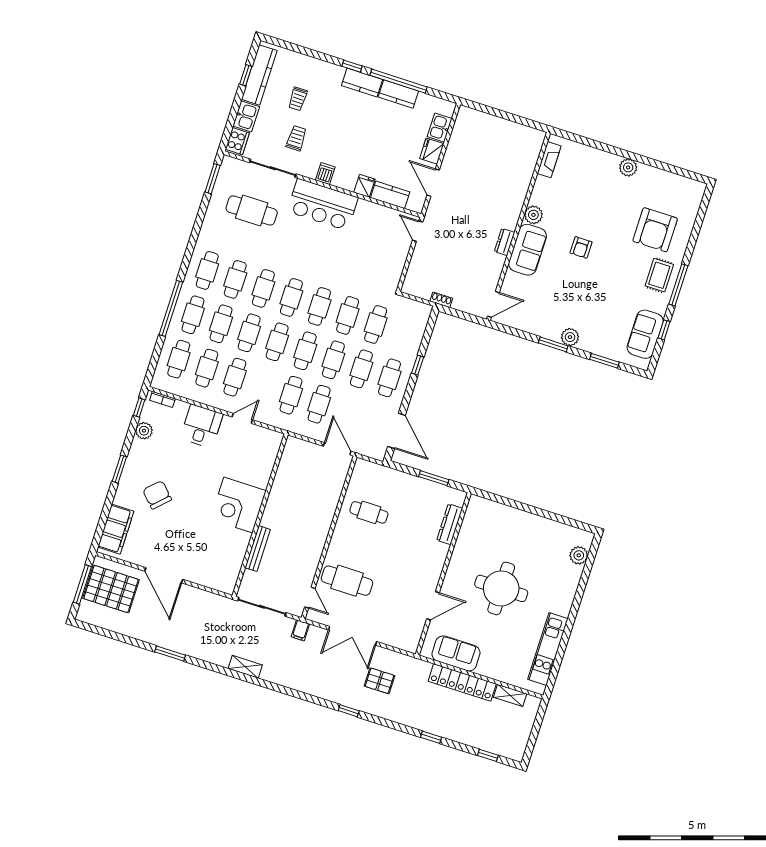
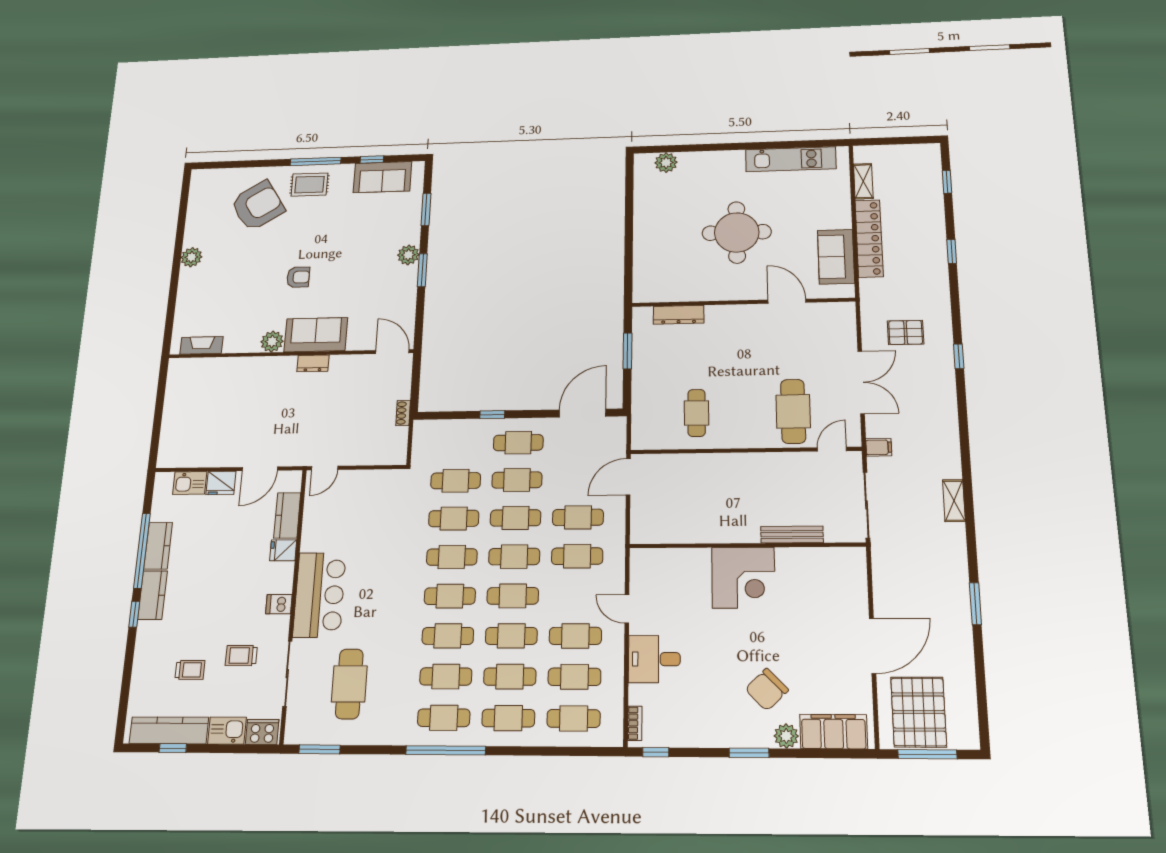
armchair: (655, 230) -> (258, 206), turned -32
window: (171, 308) -> (446, 750), moved
plant: (144, 431) -> (786, 736), moved
pallet: (379, 681) -> (906, 332), turned 90

